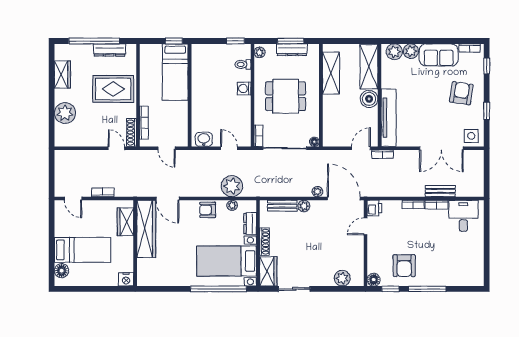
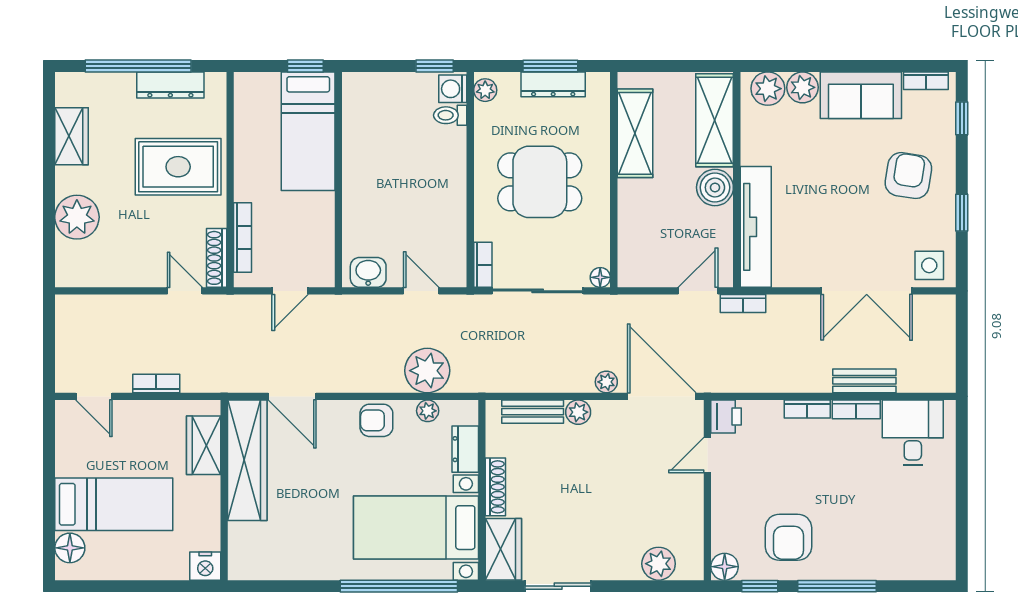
washing machine: (244, 89) -> (453, 89), moved
door: (167, 148) -> (290, 291), hinge flipped

